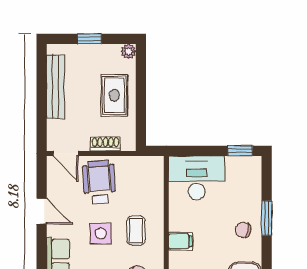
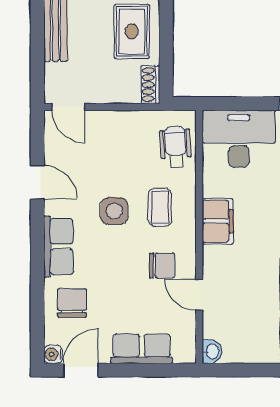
shoe rack: (105, 144) -> (150, 85), moved, turned -90
wheelchair: (99, 182) -> (176, 147), moved, width x0.73, depth x0.73
filing cabinet: (180, 241) -> (218, 221), width x2.00

